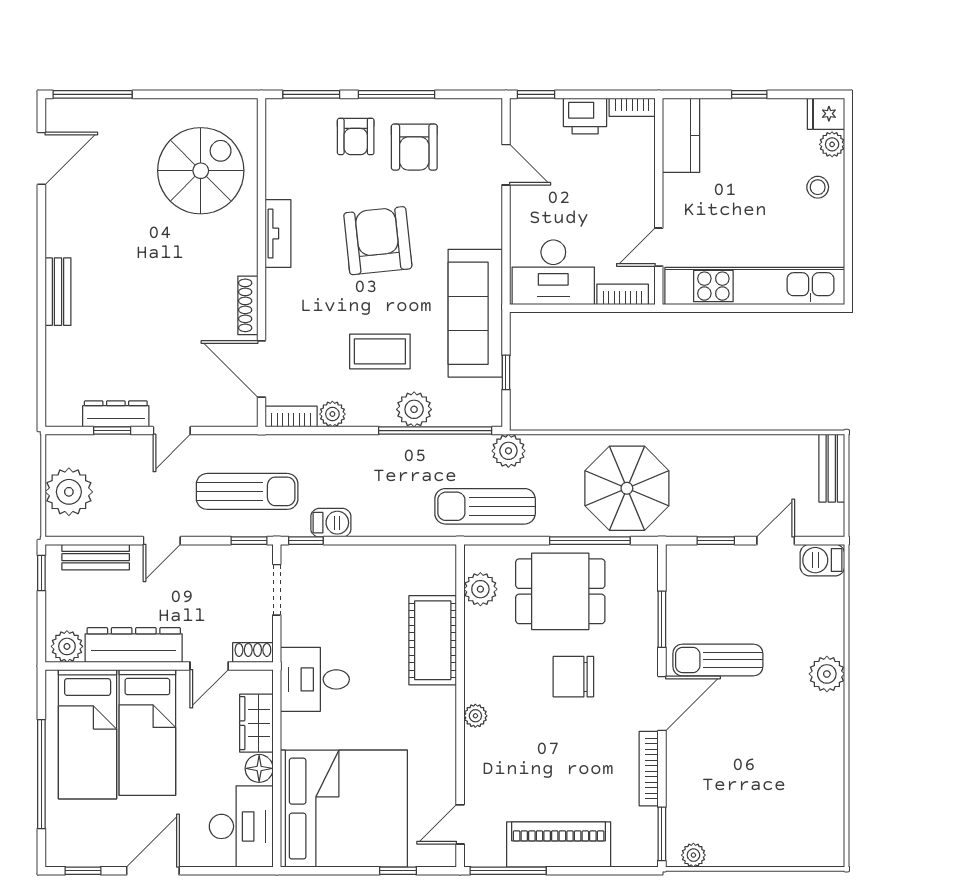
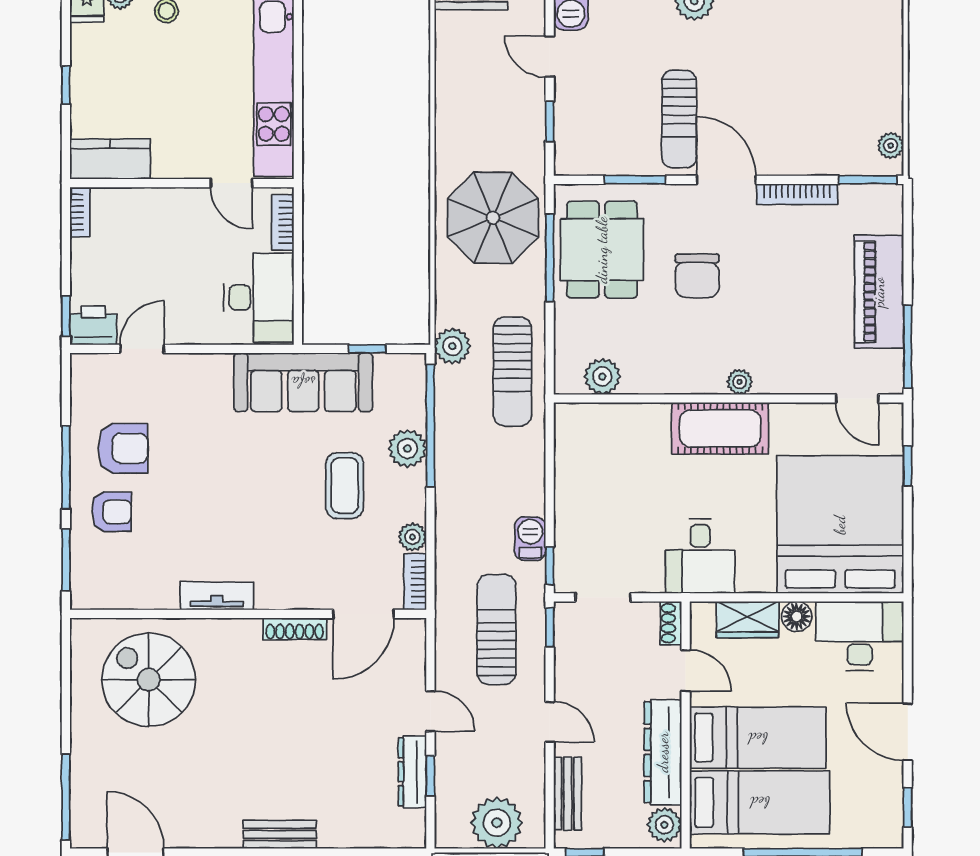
printer: (585, 116) -> (93, 325), moved, turned -90
armchair: (378, 241) -> (225, 488), removed
dining table: (560, 591) -> (602, 250), moved
cot: (433, 640) -> (720, 428), moved

